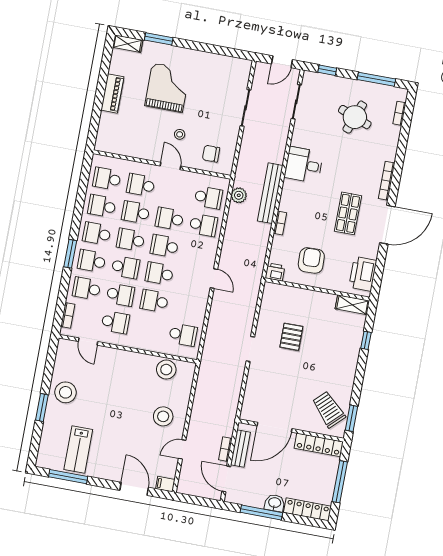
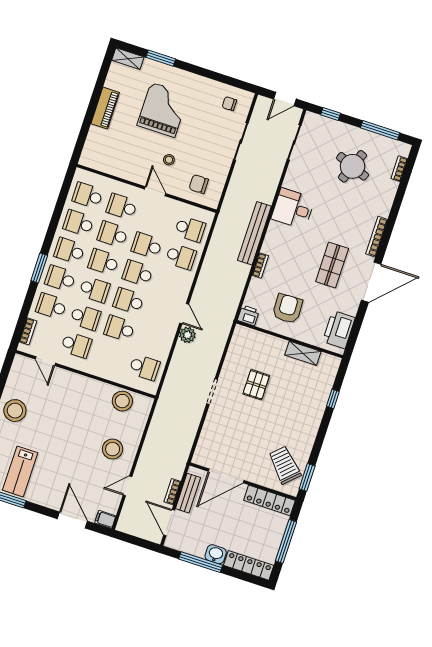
chair: (230, 73) -> (229, 104), added
plant: (239, 195) -> (187, 335), moved
shelving: (352, 305) -> (303, 353), moved

